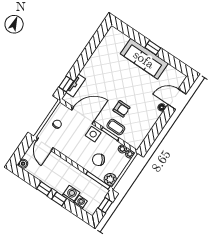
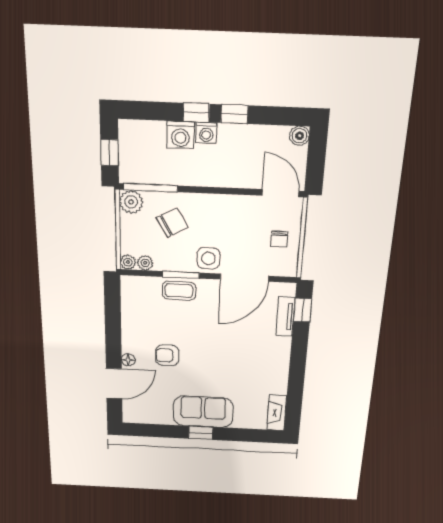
fireplace: (109, 37) -> (277, 413), added
sofa: (144, 59) -> (203, 412), width x0.73
armchair: (121, 109) -> (167, 355), moved
washing machine: (81, 202) -> (206, 133), moved

